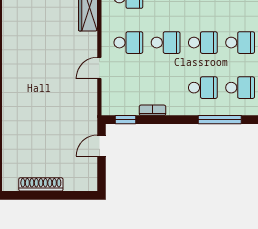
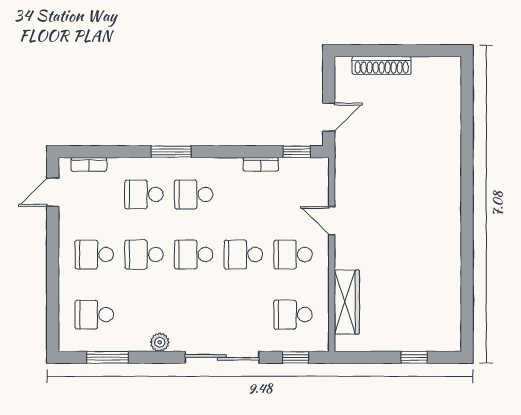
door: (99, 68) -> (332, 221), swing flipped
window: (220, 120) -> (171, 152), width x0.69
shoe rack: (41, 184) -> (382, 65), moved

